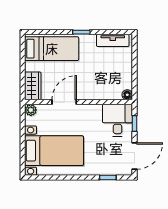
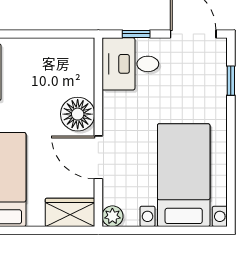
floor lamp: (127, 95) -> (78, 114), moved, width x1.89, depth x1.89

